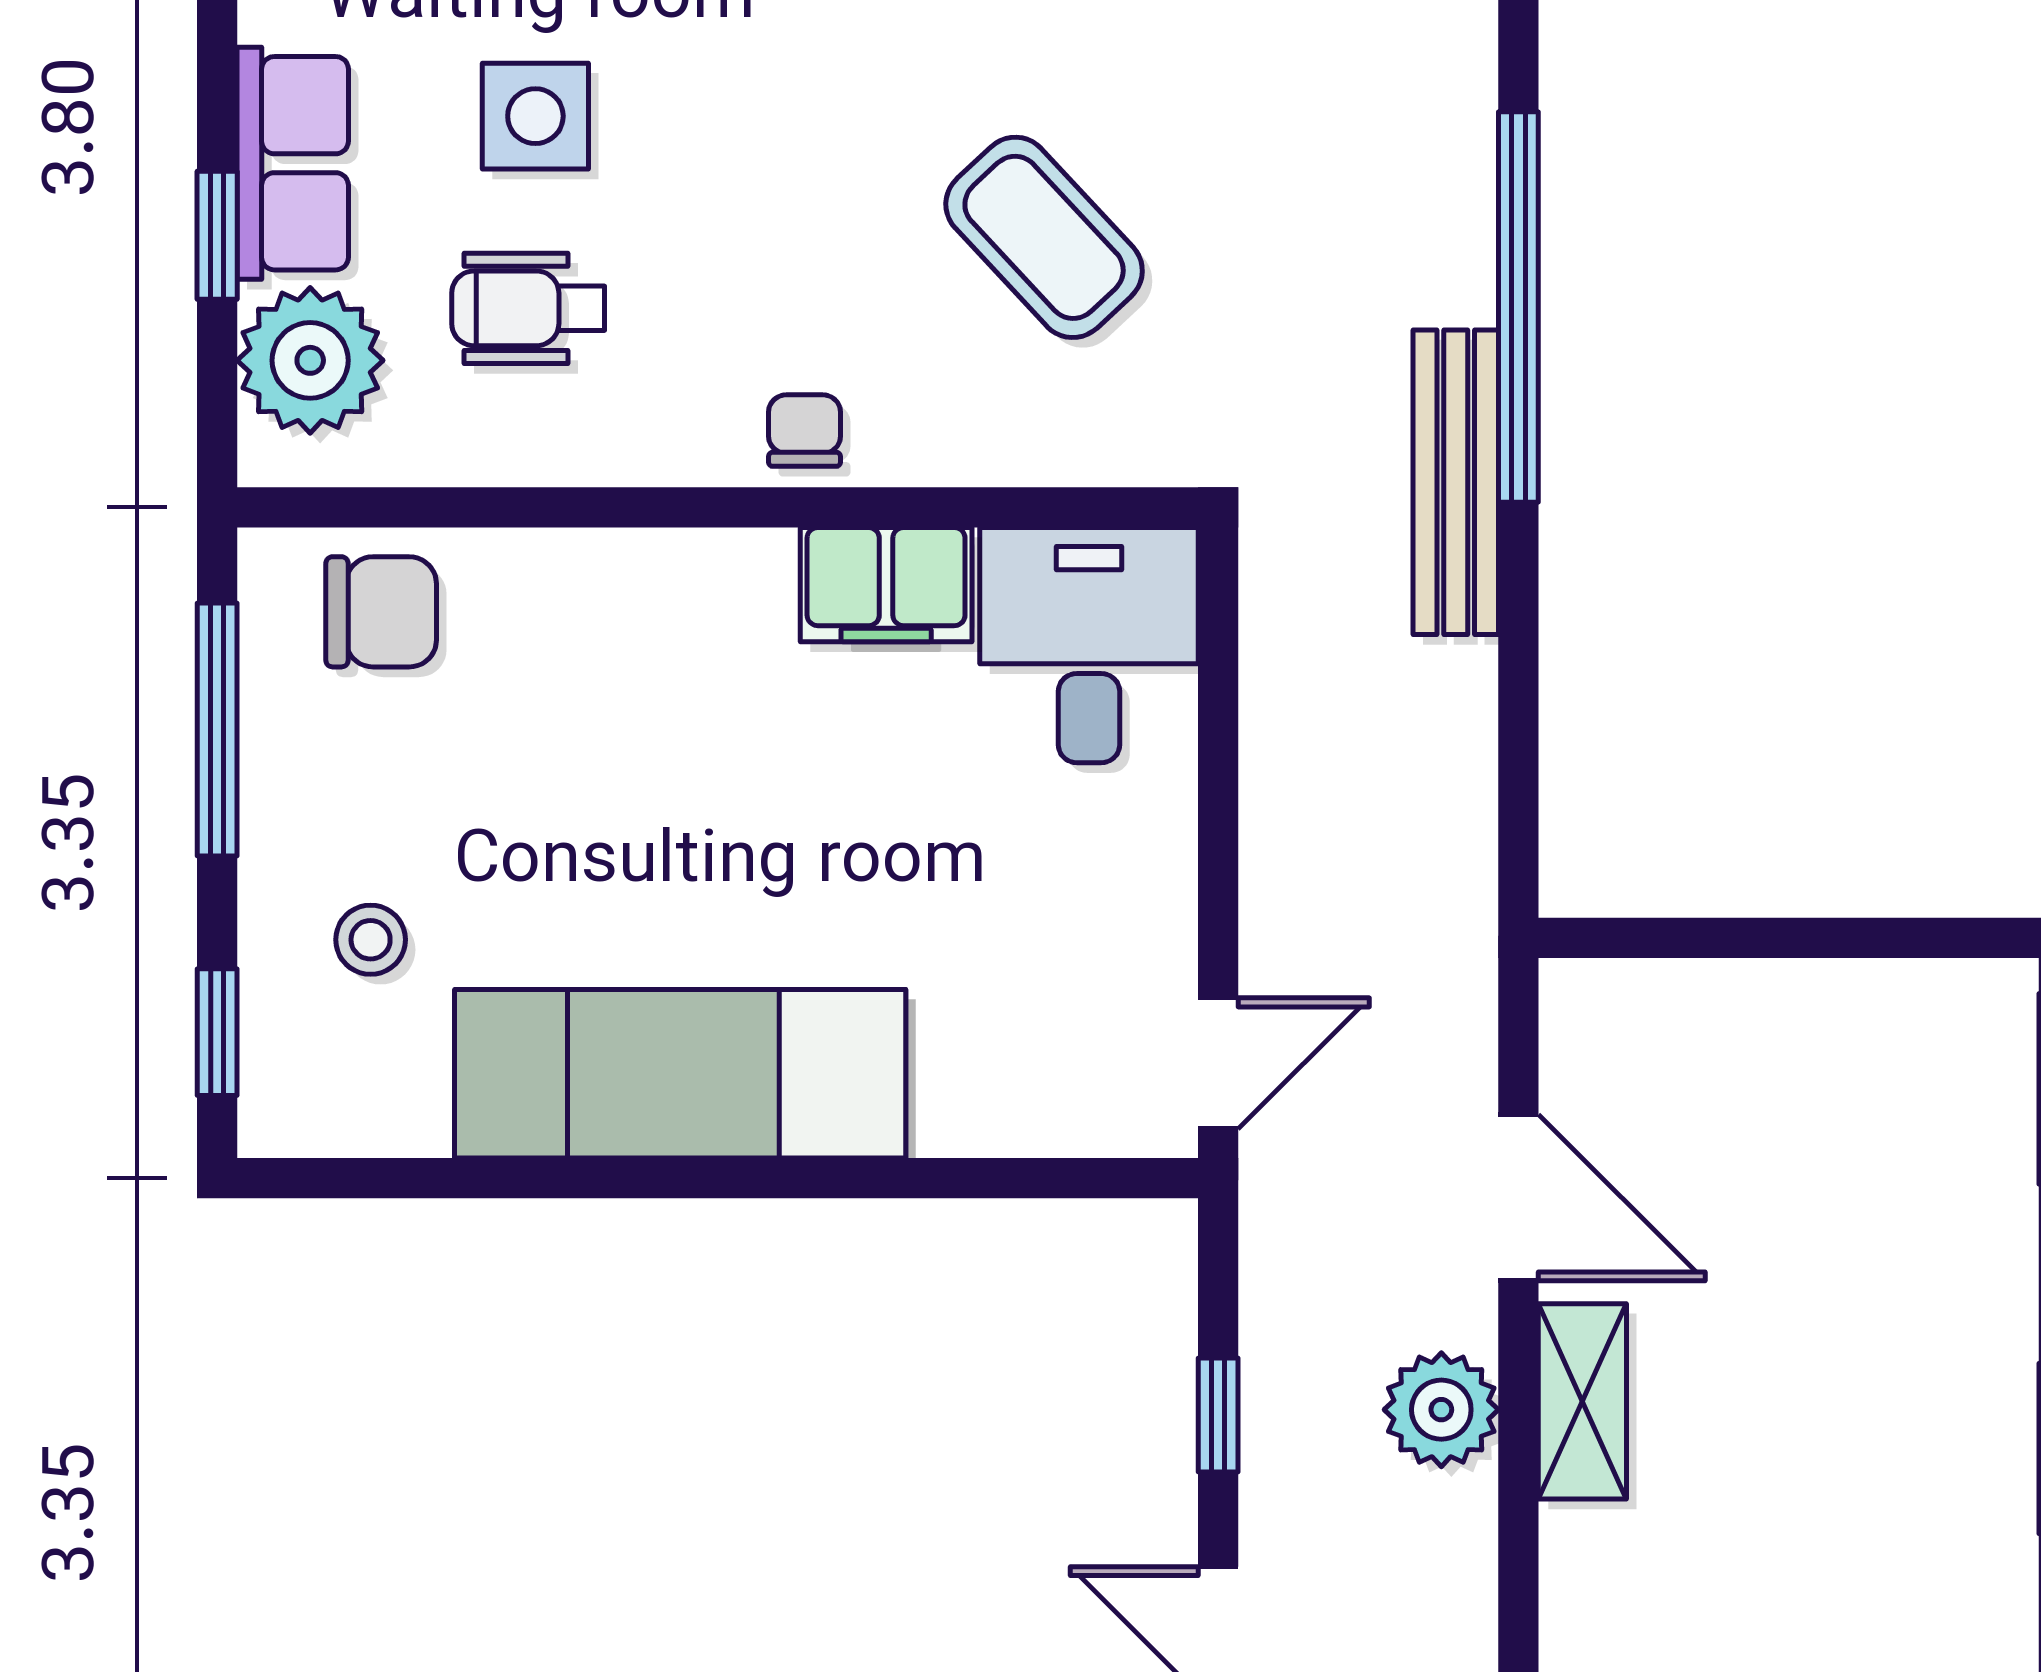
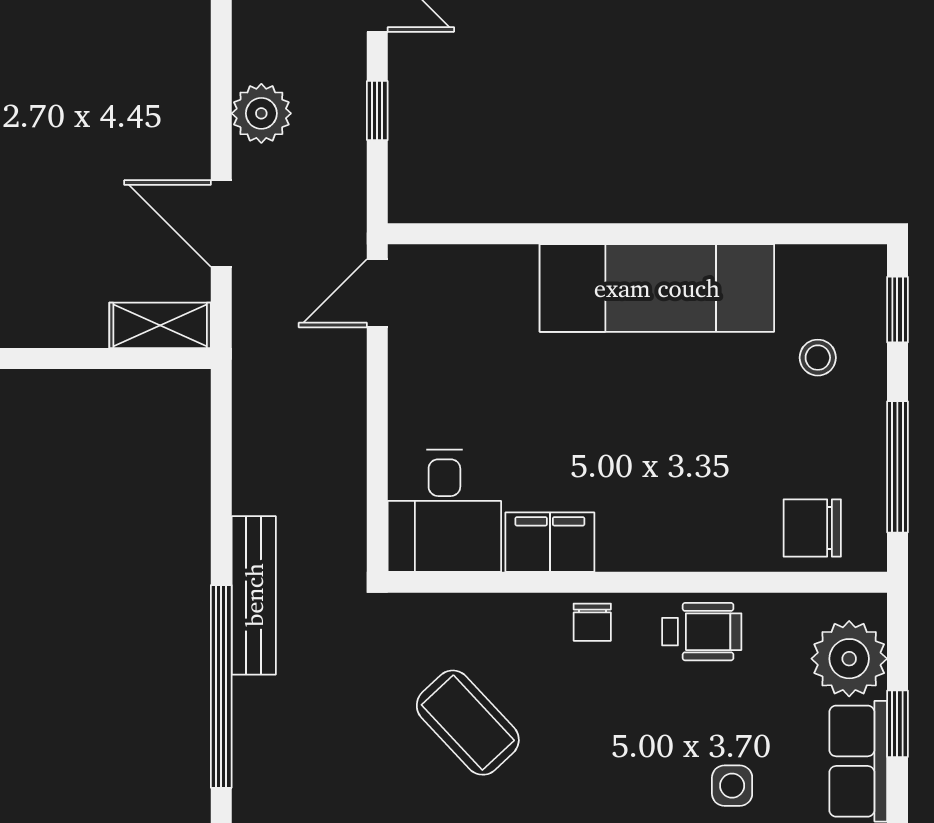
side table: (535, 116) -> (732, 786), width x0.73, depth x0.73
wheelchair: (528, 308) -> (702, 632), moved
shelving: (1582, 1401) -> (160, 325), moved, turned 90

